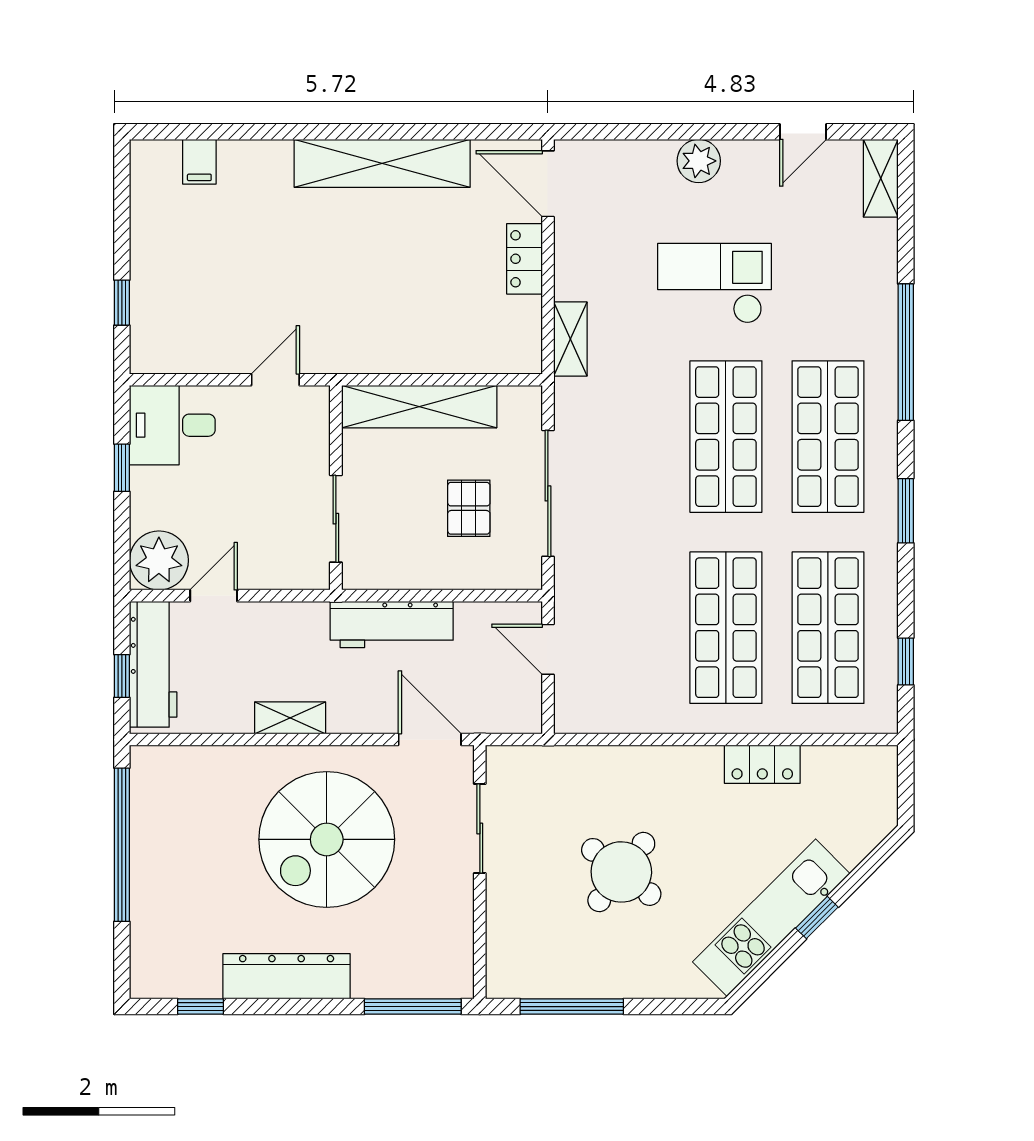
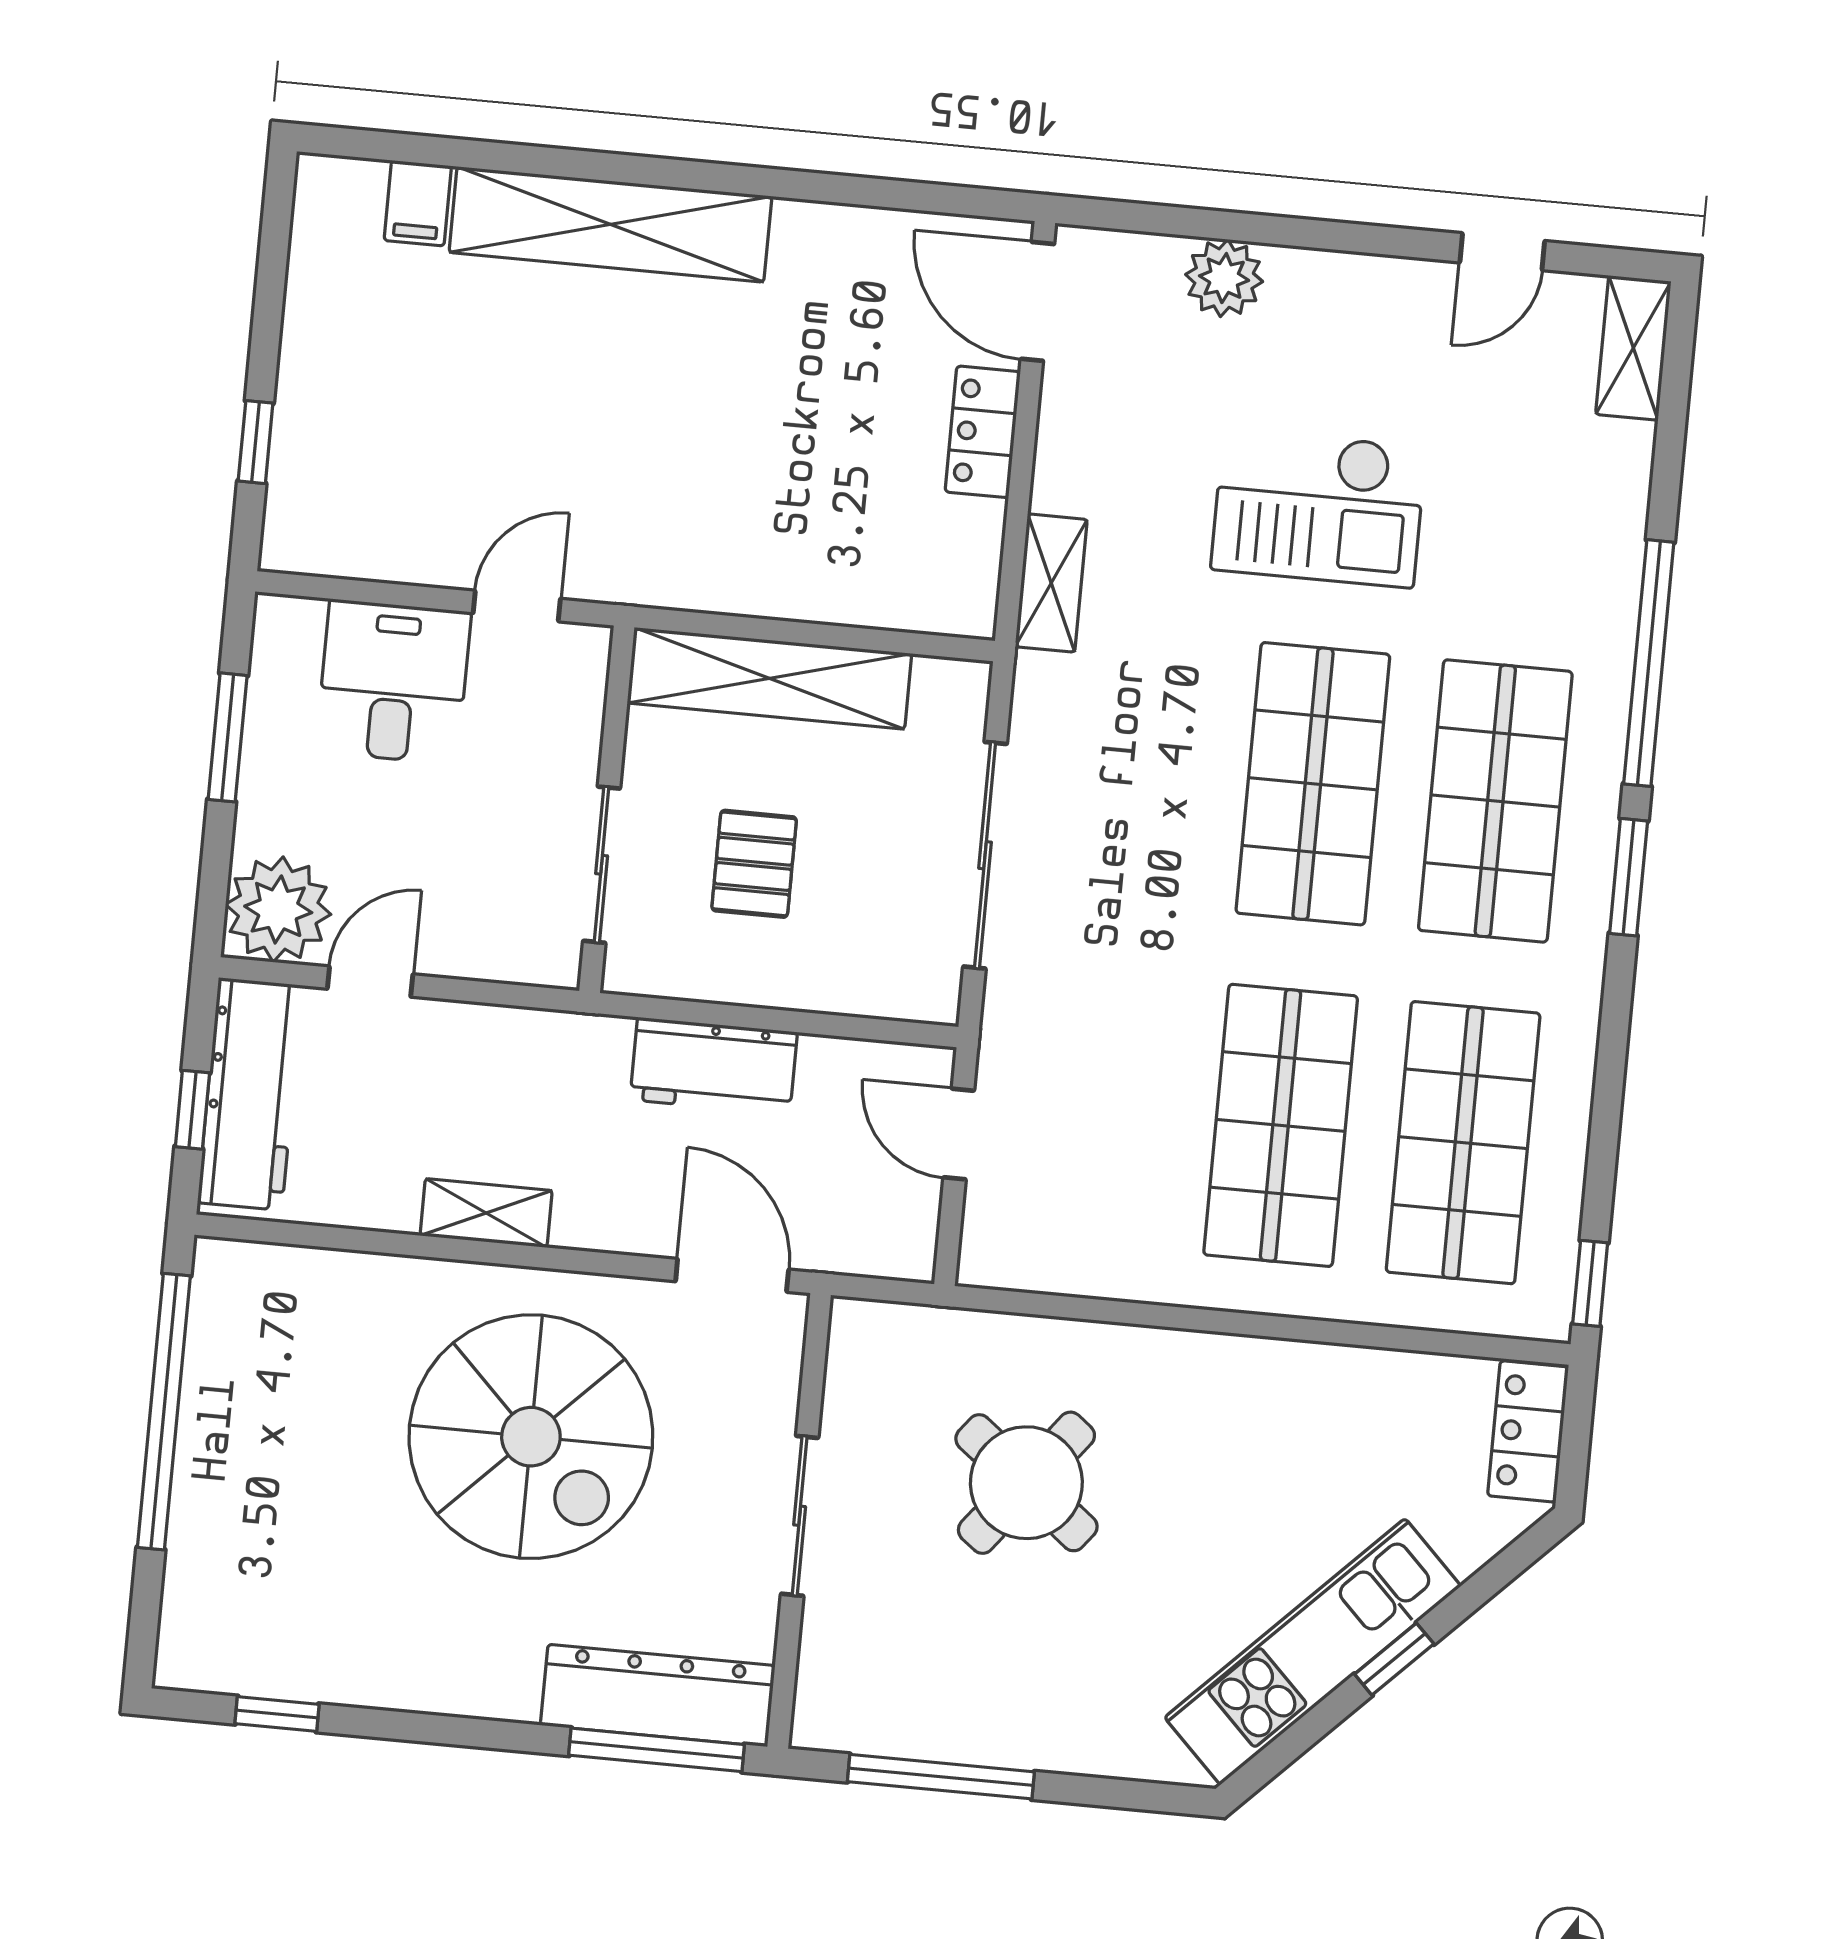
plant: (699, 161) -> (1224, 278), moved
shelving: (382, 163) -> (610, 224), moved
checkout: (715, 283) -> (1318, 508), turned 180
desk: (172, 425) -> (393, 682), moved, turned 90
window: (122, 468) -> (228, 737), width x1.50
pallet: (469, 508) -> (754, 864), moved
window: (906, 511) -> (1629, 877), moved
workbench: (392, 624) -> (714, 1066), width x0.73
window: (906, 661) -> (1590, 1283), moved
locker: (762, 764) -> (1528, 1431), moved, turned 90
sliding door: (480, 829) -> (800, 1516), moved
spiral stairs: (327, 839) -> (531, 1437), turned -90
round table: (621, 872) -> (1026, 1483), moved
dresser: (287, 976) -> (658, 1695), moved

